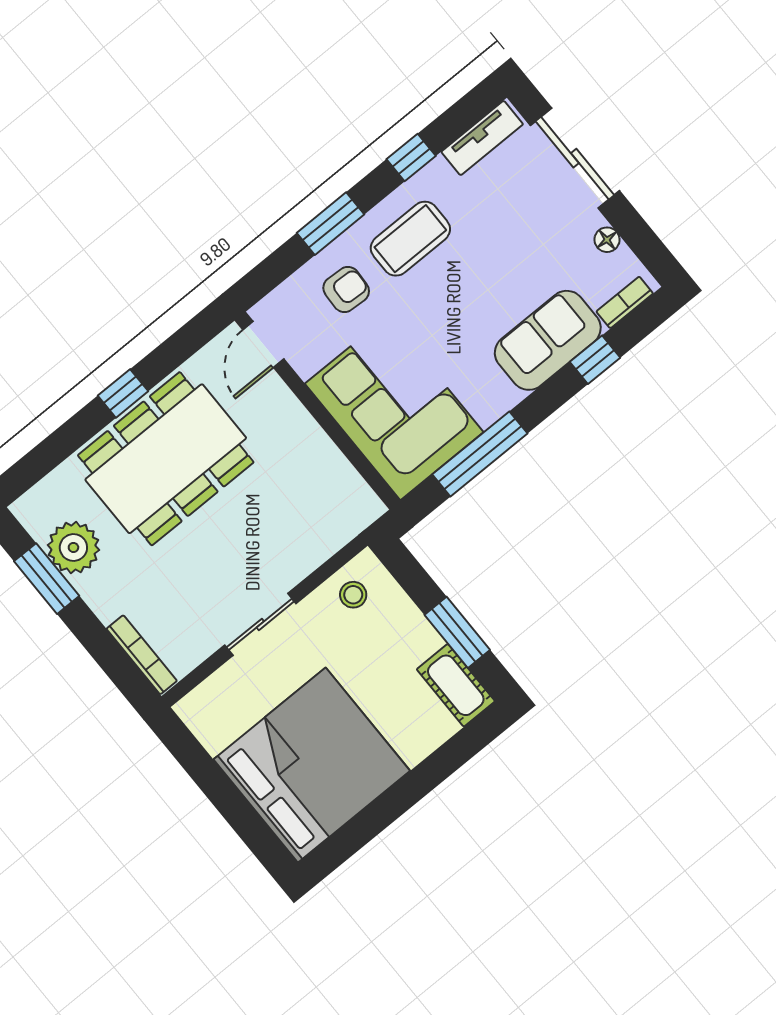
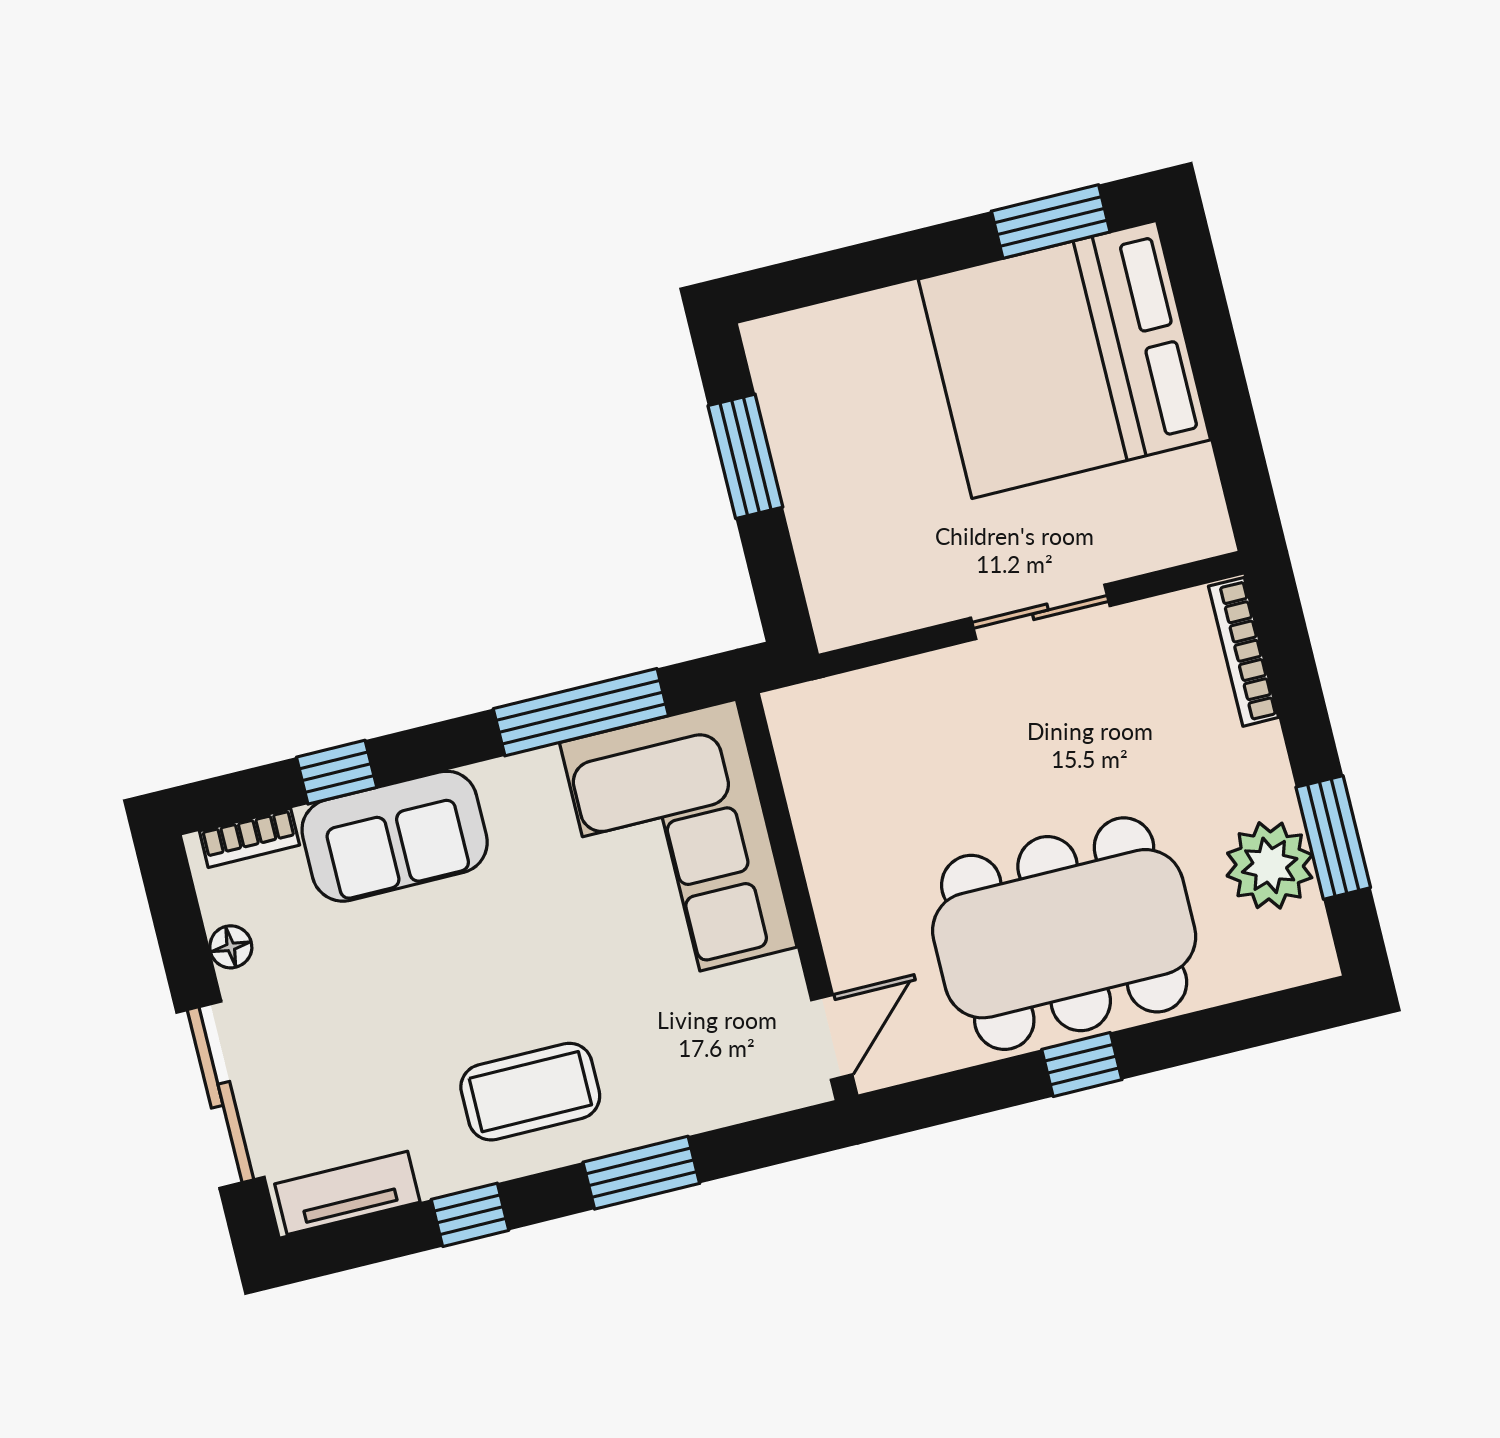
armchair: (346, 289) -> (665, 1061), removed
stool: (353, 595) -> (877, 589), removed
cot: (456, 685) -> (786, 377), removed
window: (354, 835) -> (1051, 221), added

